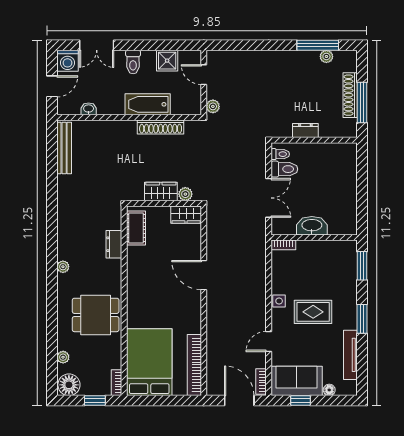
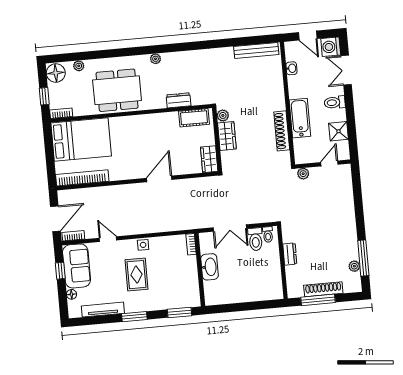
plant: (185, 194) -> (223, 115), moved
dining table: (96, 315) -> (117, 90), width x1.38

